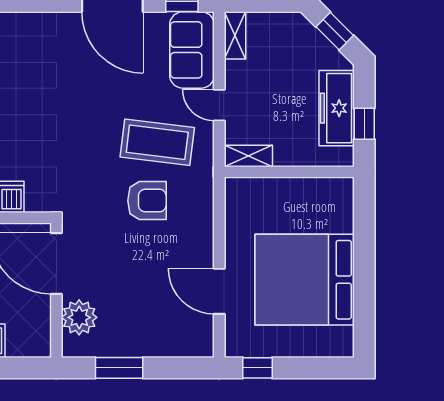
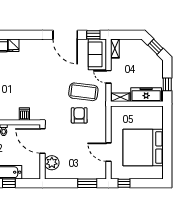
freezer: (337, 108) -> (146, 95), moved, turned 90
armchair: (147, 201) -> (79, 115), turned -90
window: (119, 368) -> (87, 183), moved

